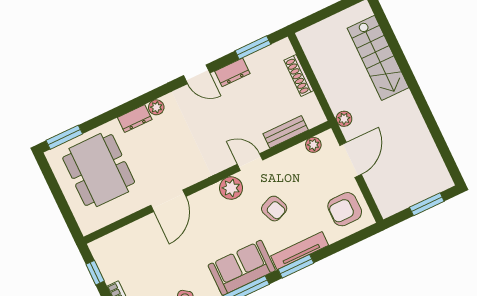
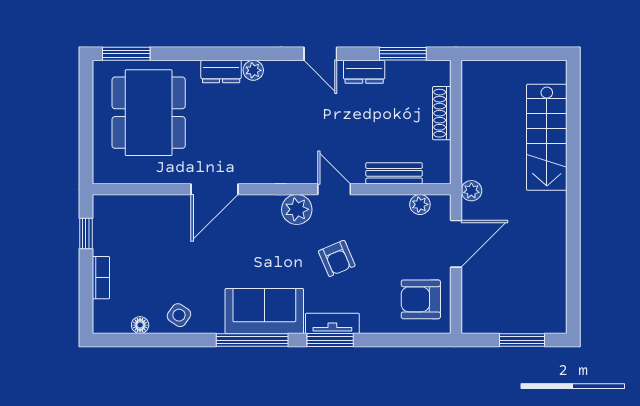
tv unit: (300, 251) -> (332, 323), width x0.71

